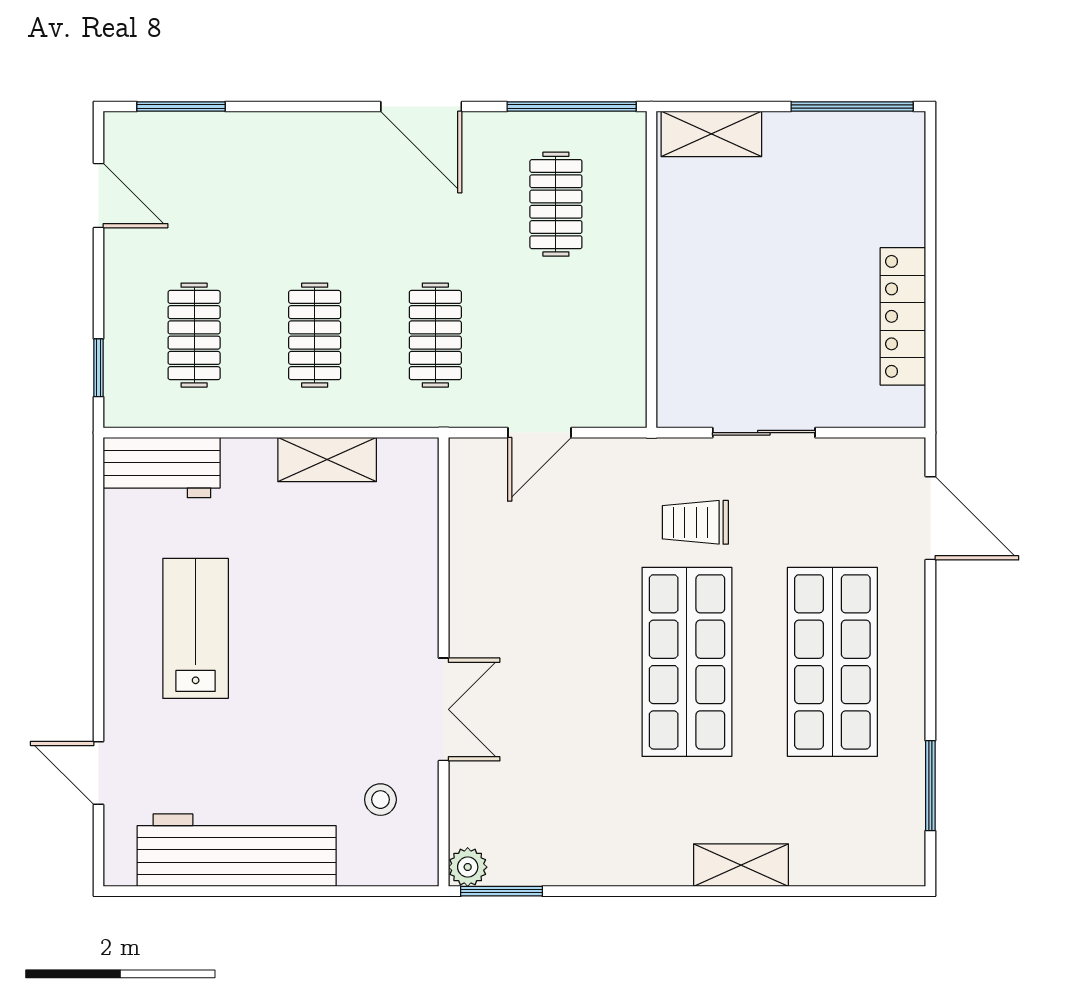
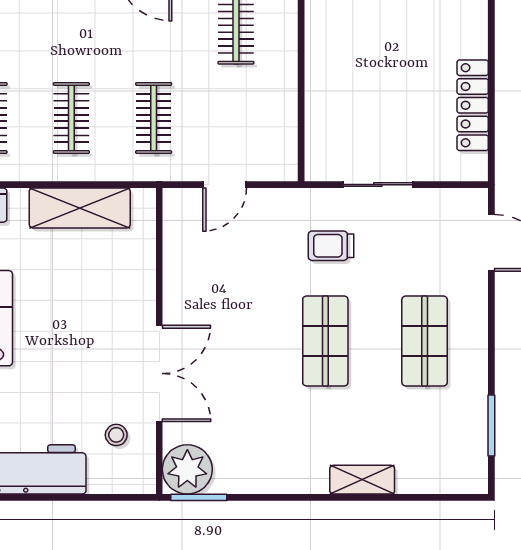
shelving: (327, 460) -> (80, 208), width x1.50, depth x1.33
shop shelf: (687, 662) -> (325, 341), width x0.70, depth x0.74
shop shelf: (832, 662) -> (425, 341), width x0.70, depth x0.74
double door: (444, 709) -> (159, 373), width x1.37
plant: (468, 867) -> (187, 469), width x1.88, depth x1.88

